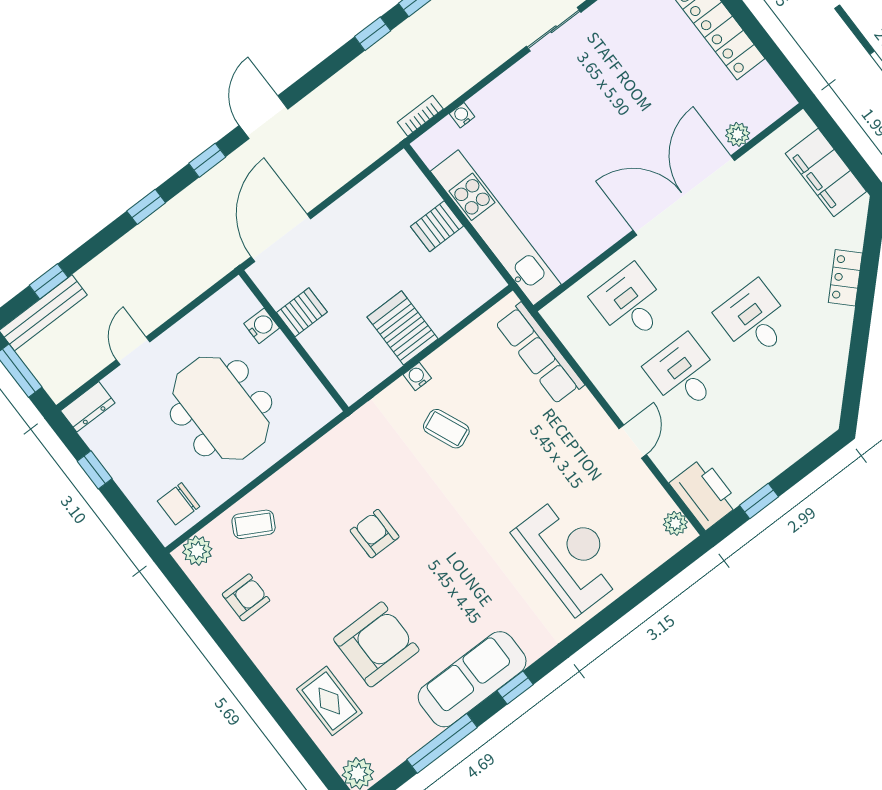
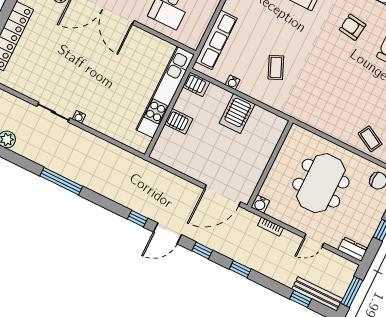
window: (373, 34) -> (138, 219), moved
water cooler: (462, 115) -> (79, 117), moved
bookcase: (420, 116) -> (271, 227), moved
server rack: (302, 312) -> (196, 84), moved, turned 180
water cooler: (262, 326) -> (260, 204), moved, turned -90
water cooler: (417, 376) -> (233, 82), moved
armchair: (375, 534) -> (353, 27), moved, turned 98

